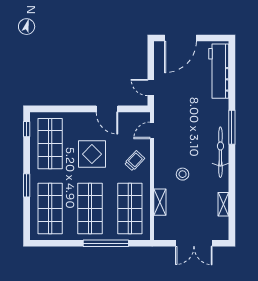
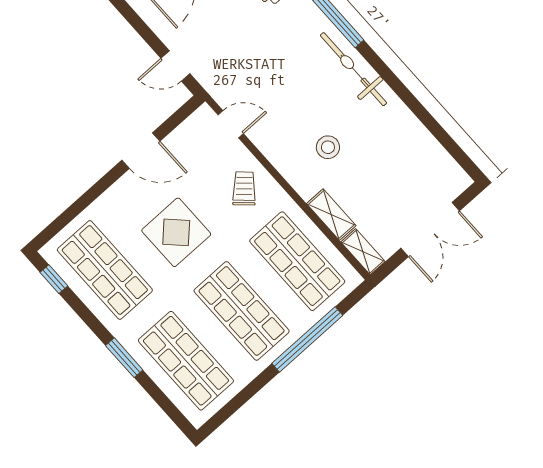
door: (152, 130) -> (231, 124), swing flipped
shelving: (223, 204) -> (363, 252), moved

